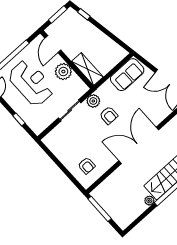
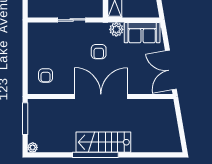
plant: (93, 101) -> (116, 29), moved
plant: (149, 201) -> (33, 147), moved

